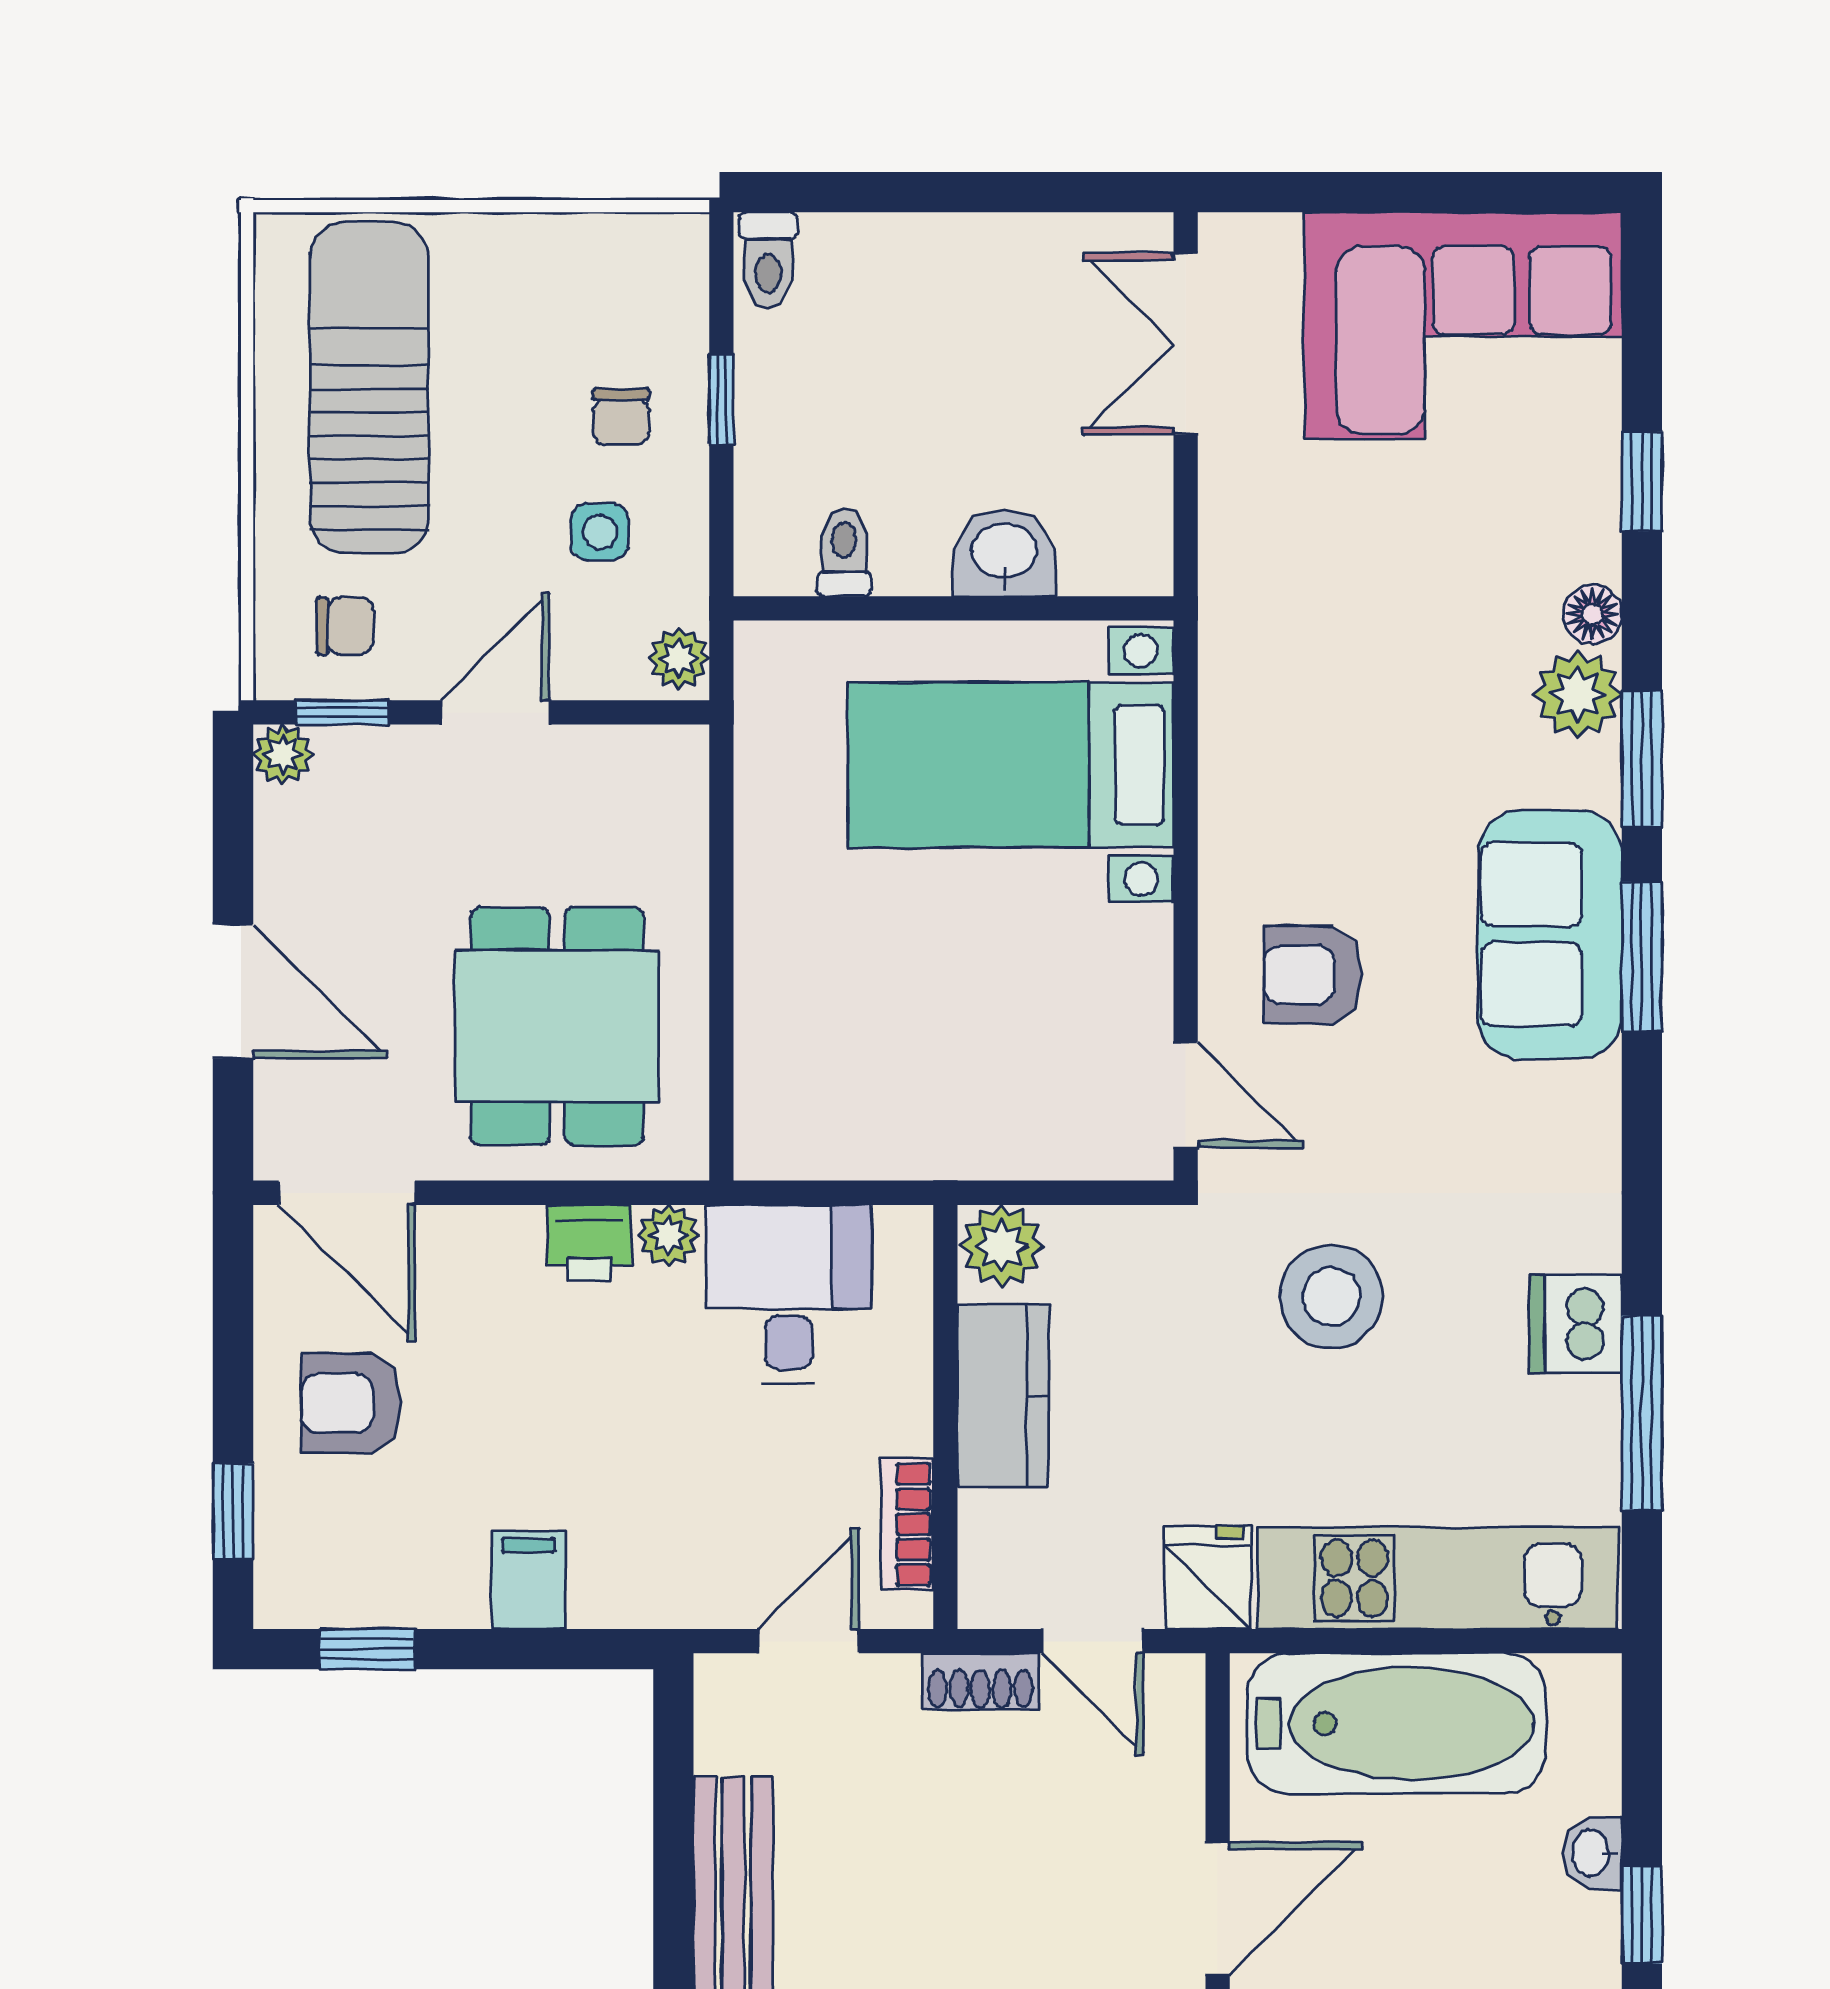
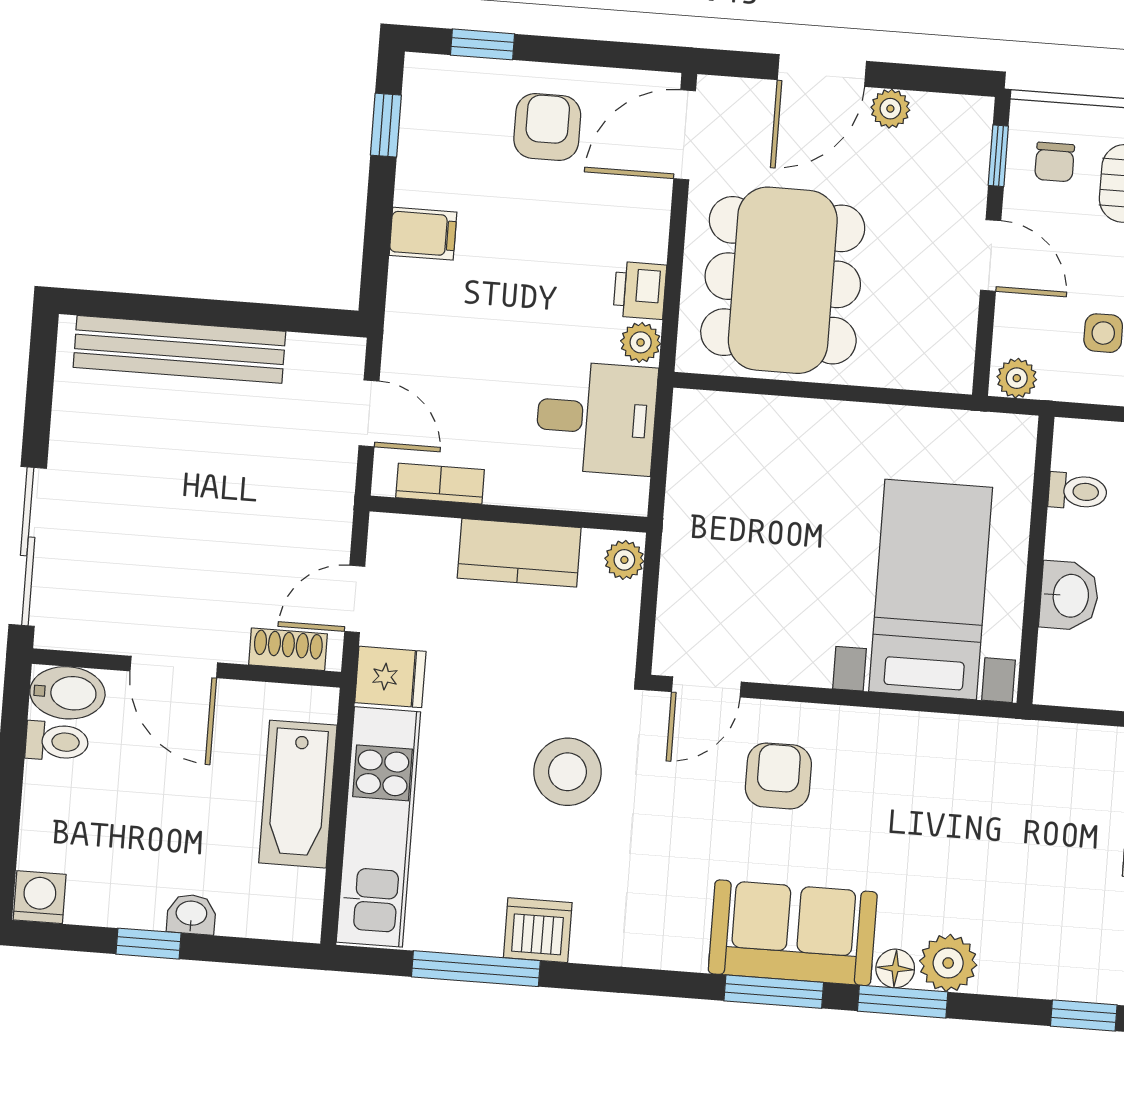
floor lamp: (1592, 614) -> (895, 968), moved
plant: (283, 754) -> (890, 109), moved
dining table: (557, 1026) -> (783, 280), width x1.38
plant: (1002, 1246) -> (624, 560), width x0.73, depth x0.73
shoe rack: (980, 1681) -> (288, 649), moved, turned 90
bathtub: (1397, 1723) -> (298, 794), width x0.73, depth x0.73

